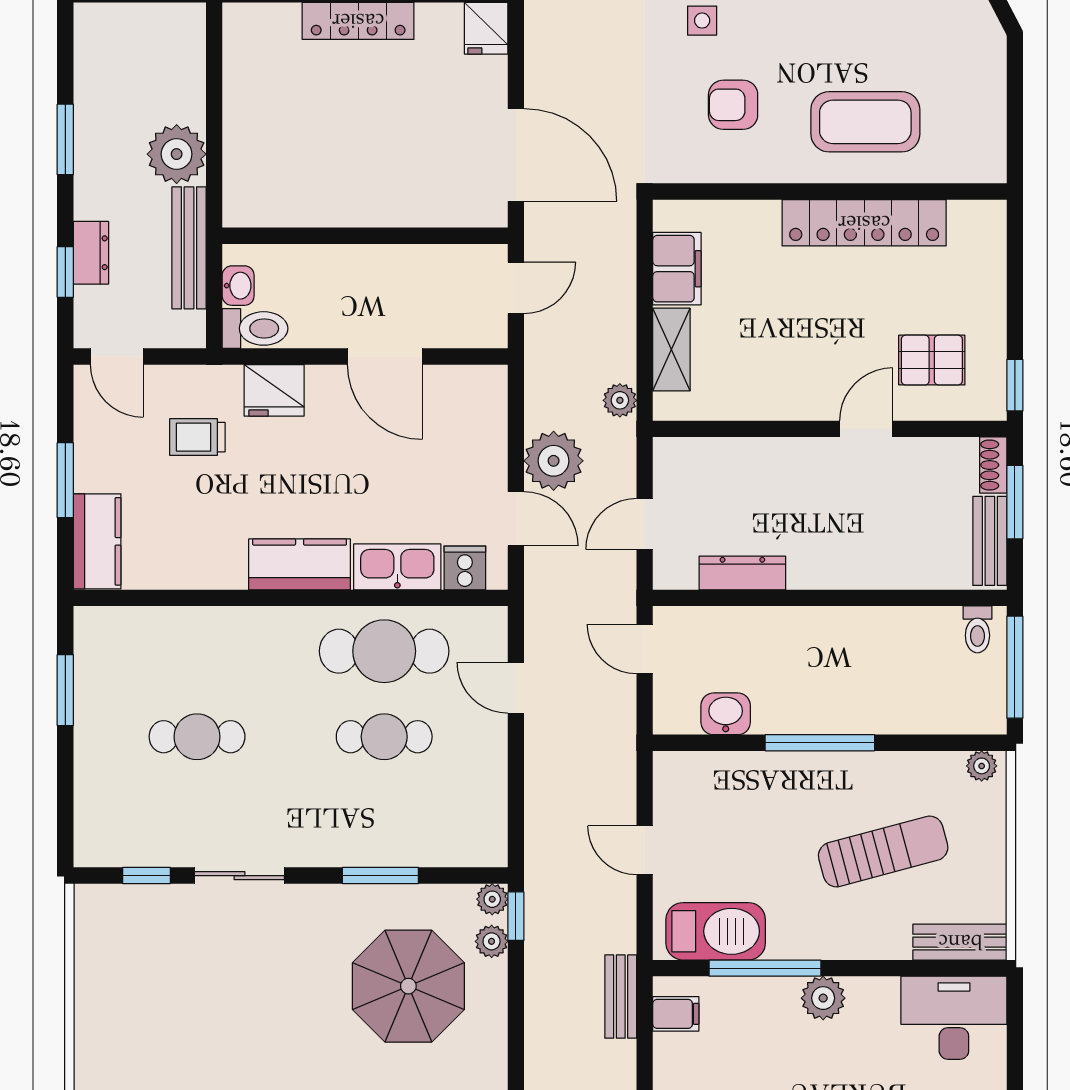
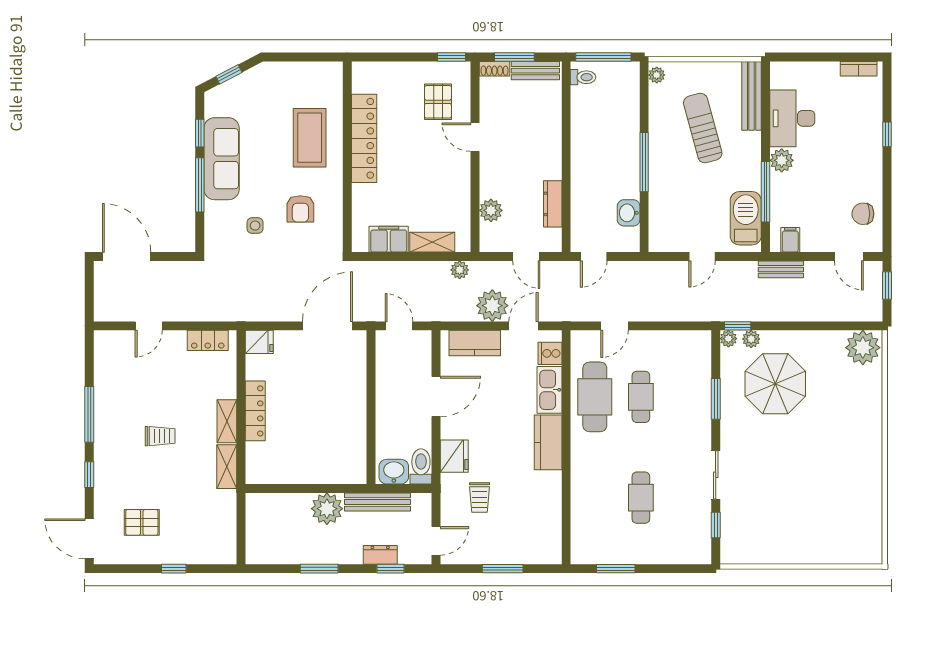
washbasin: (238, 286) -> (394, 472), width x1.38, depth x1.45
plant: (730, 458) -> (491, 210), added
kitchen counter: (97, 541) -> (475, 343), moved, turned 180
bench: (960, 942) -> (752, 96), width x1.36
desk: (954, 1018) -> (792, 118), moved

